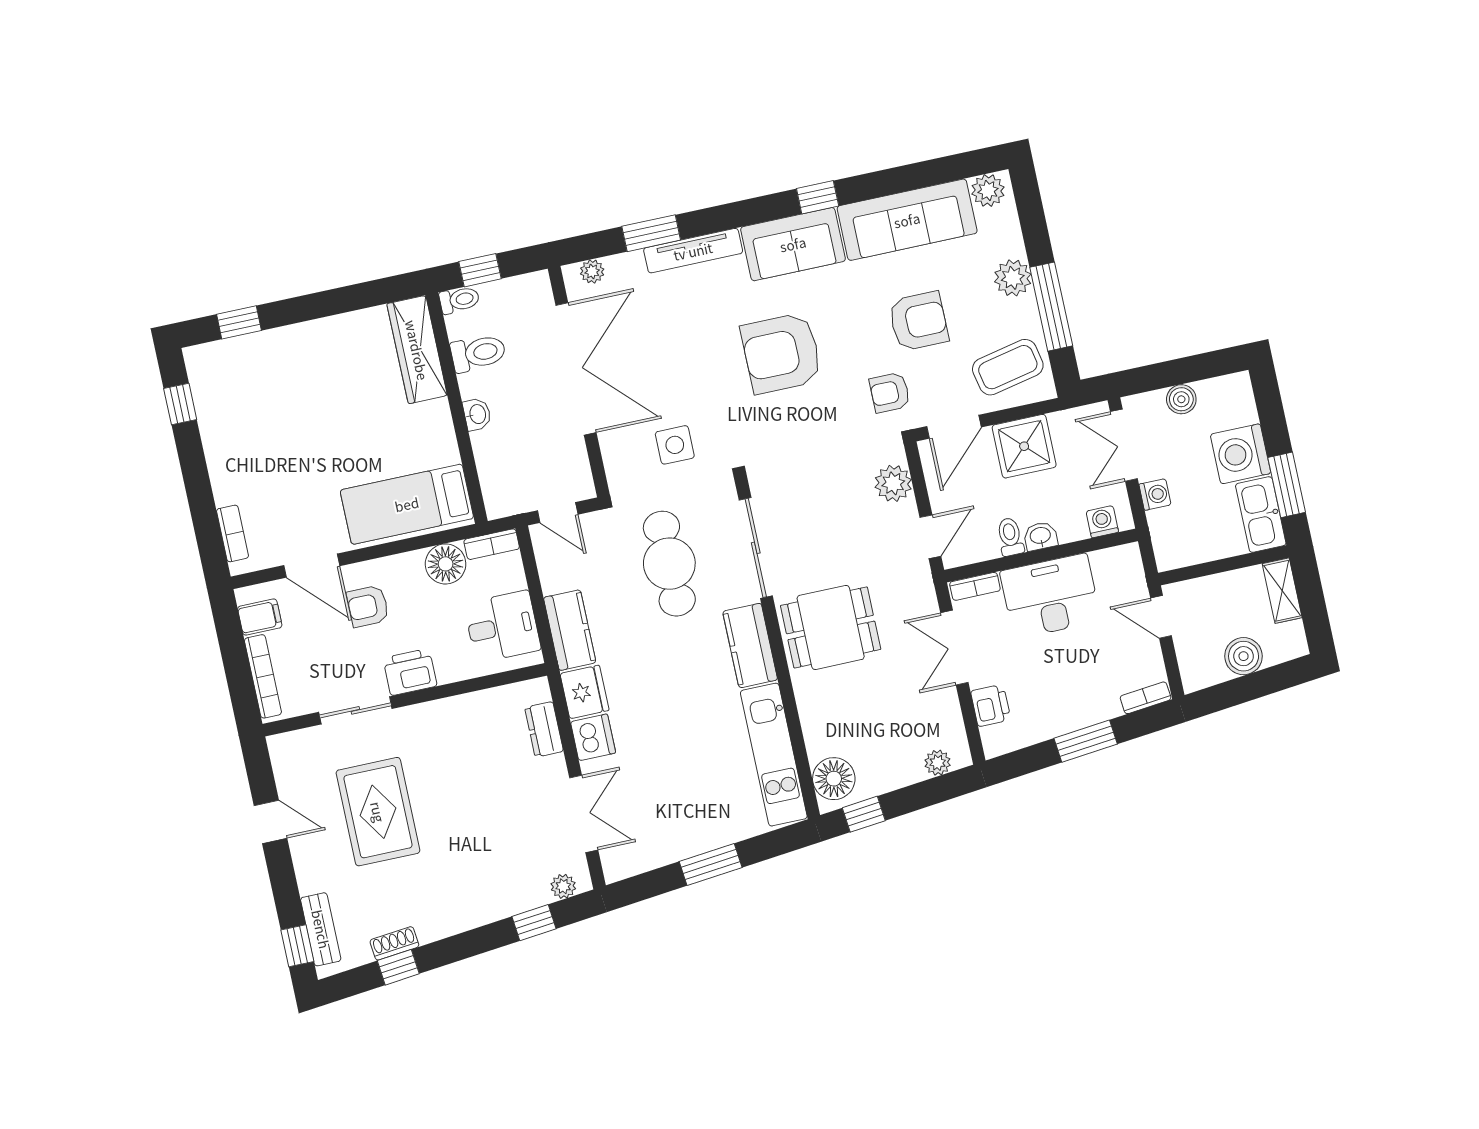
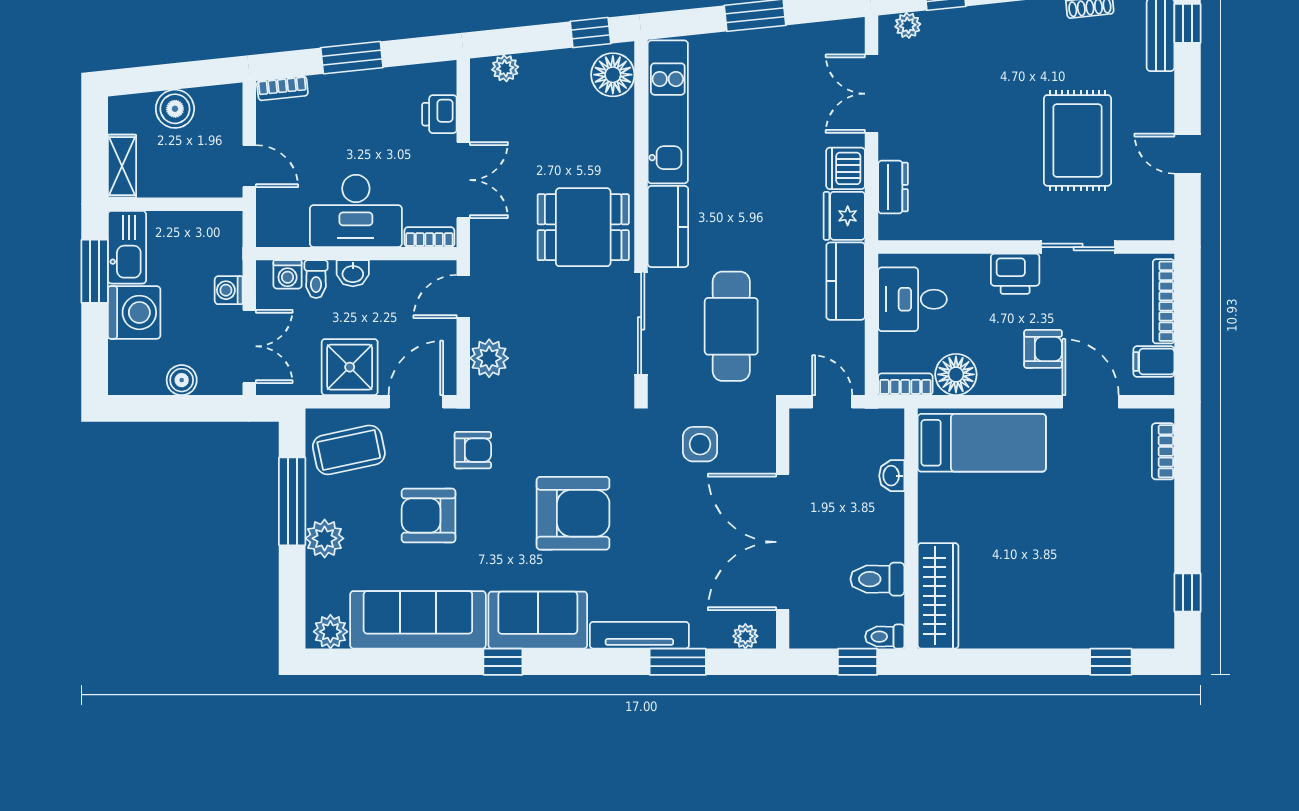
washbasin: (477, 414) -> (892, 476), moved
toilet: (1010, 537) -> (316, 279), moved

